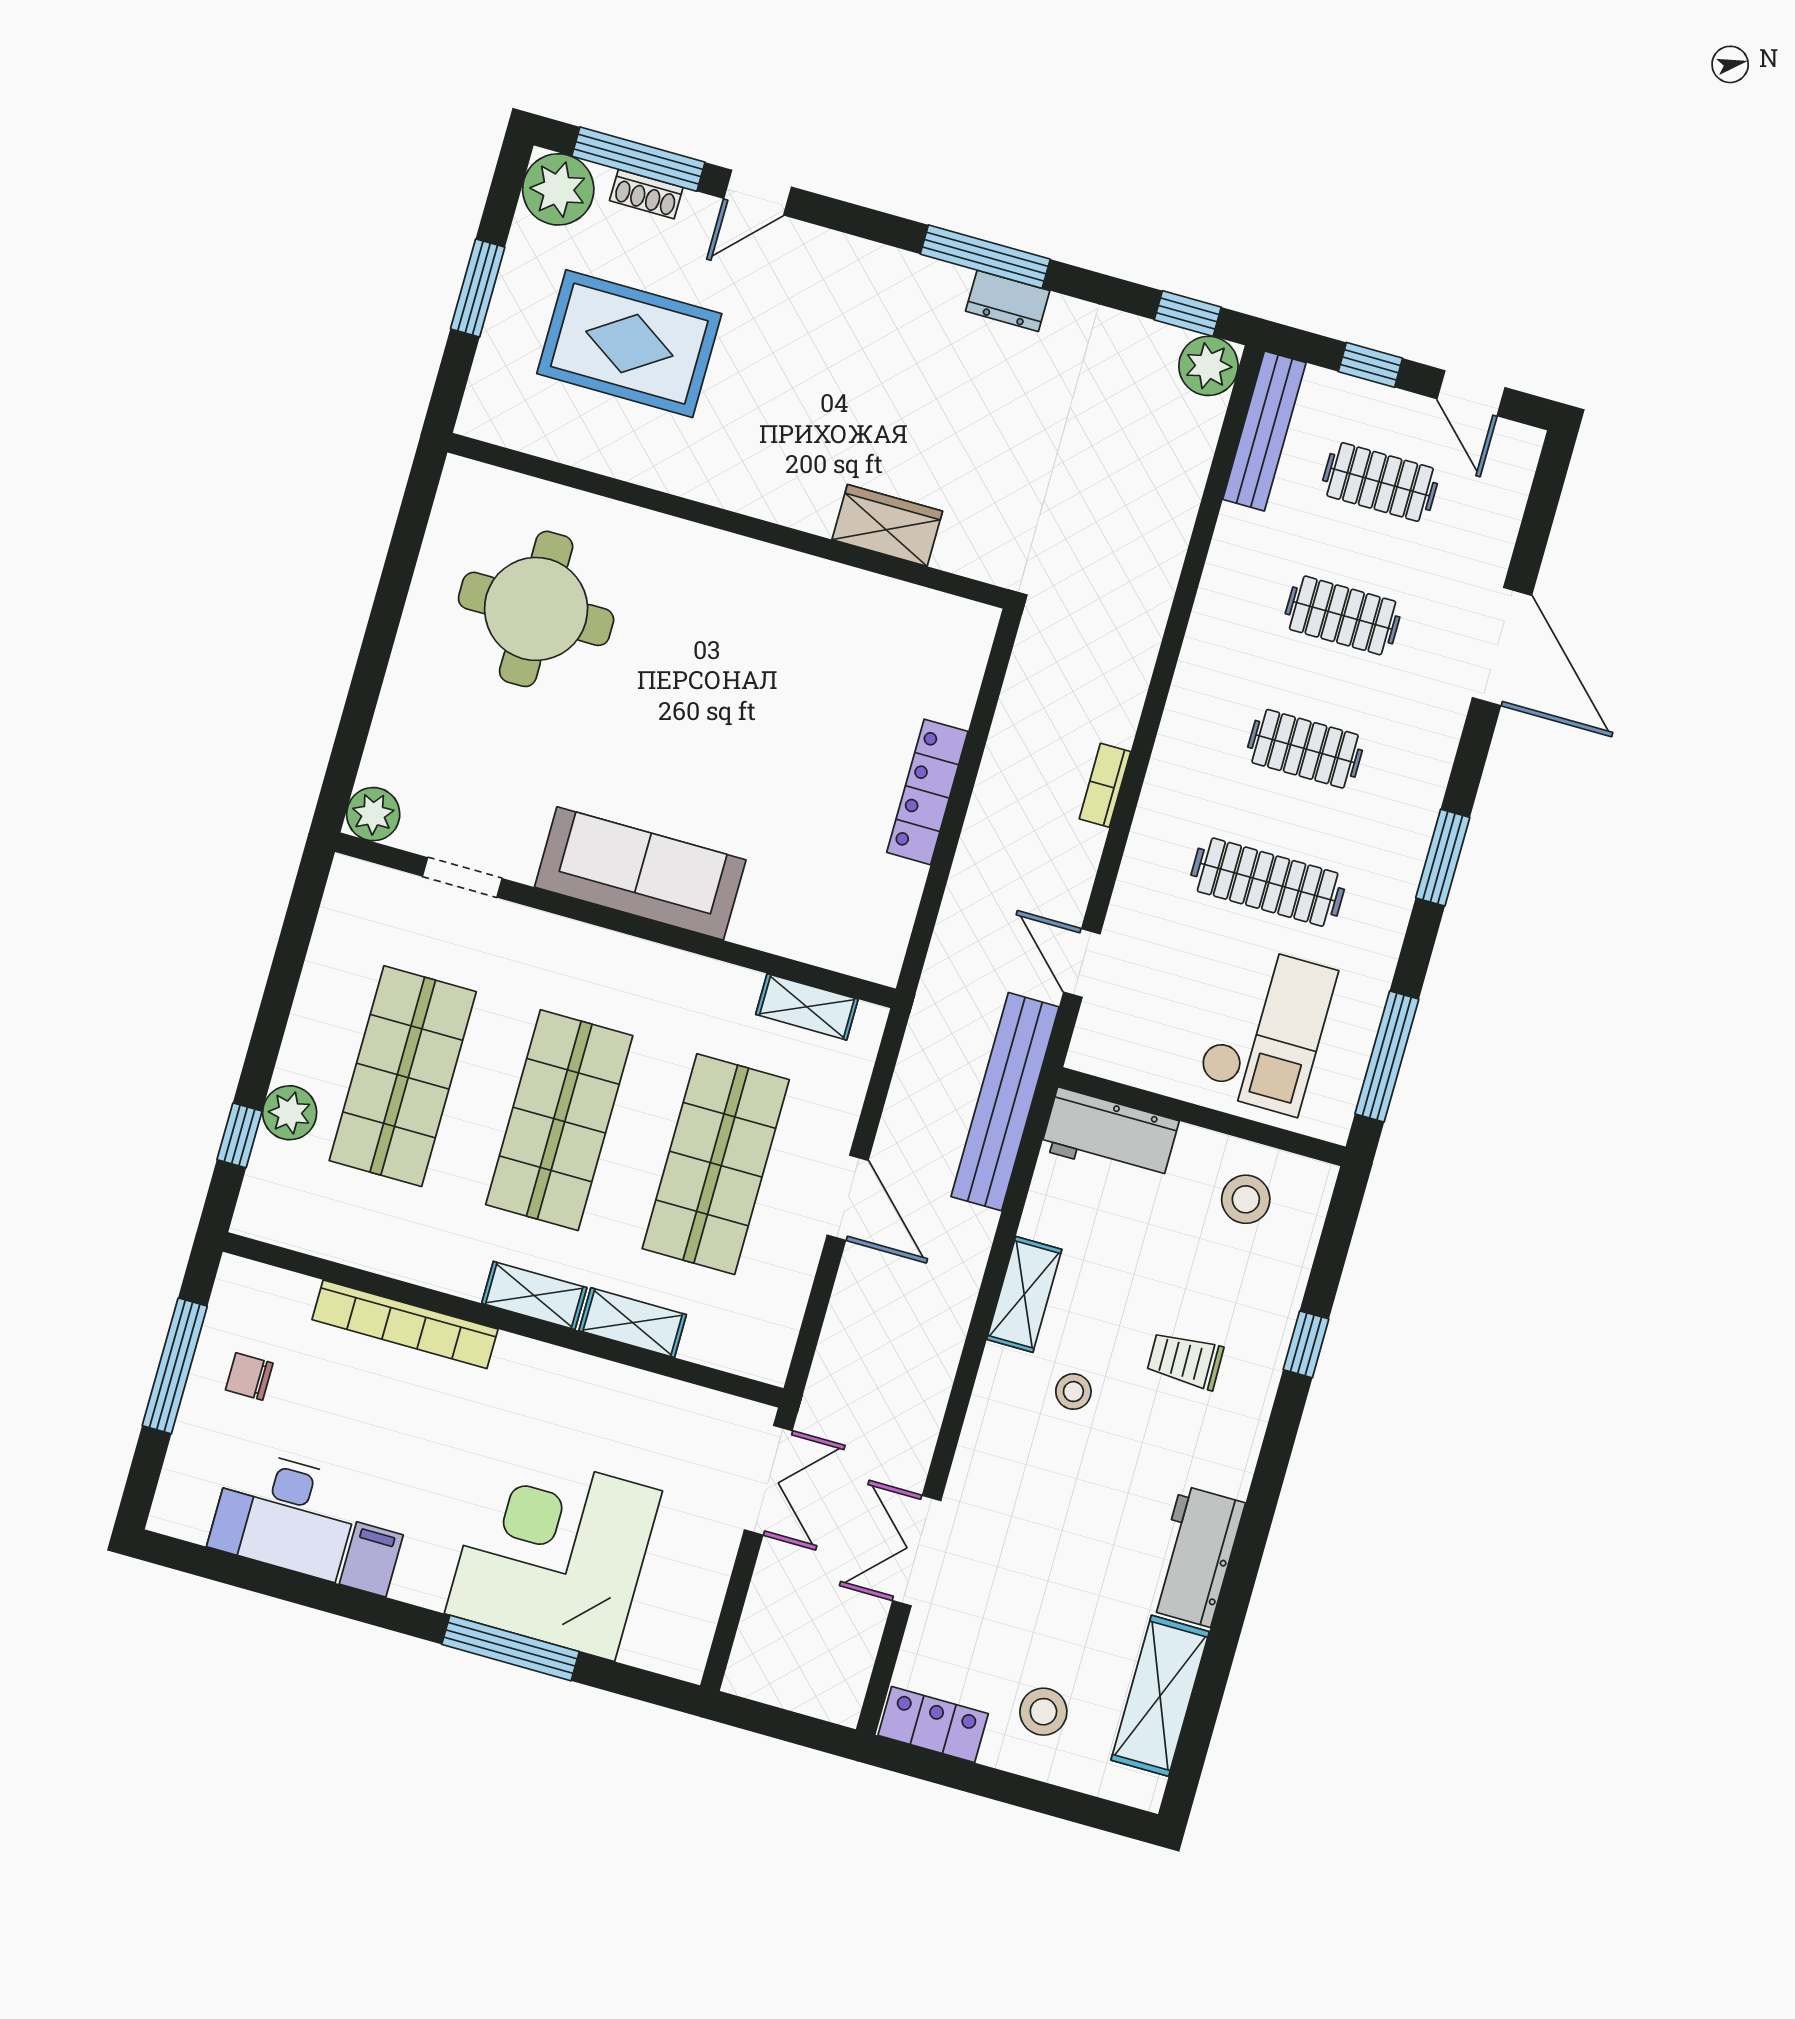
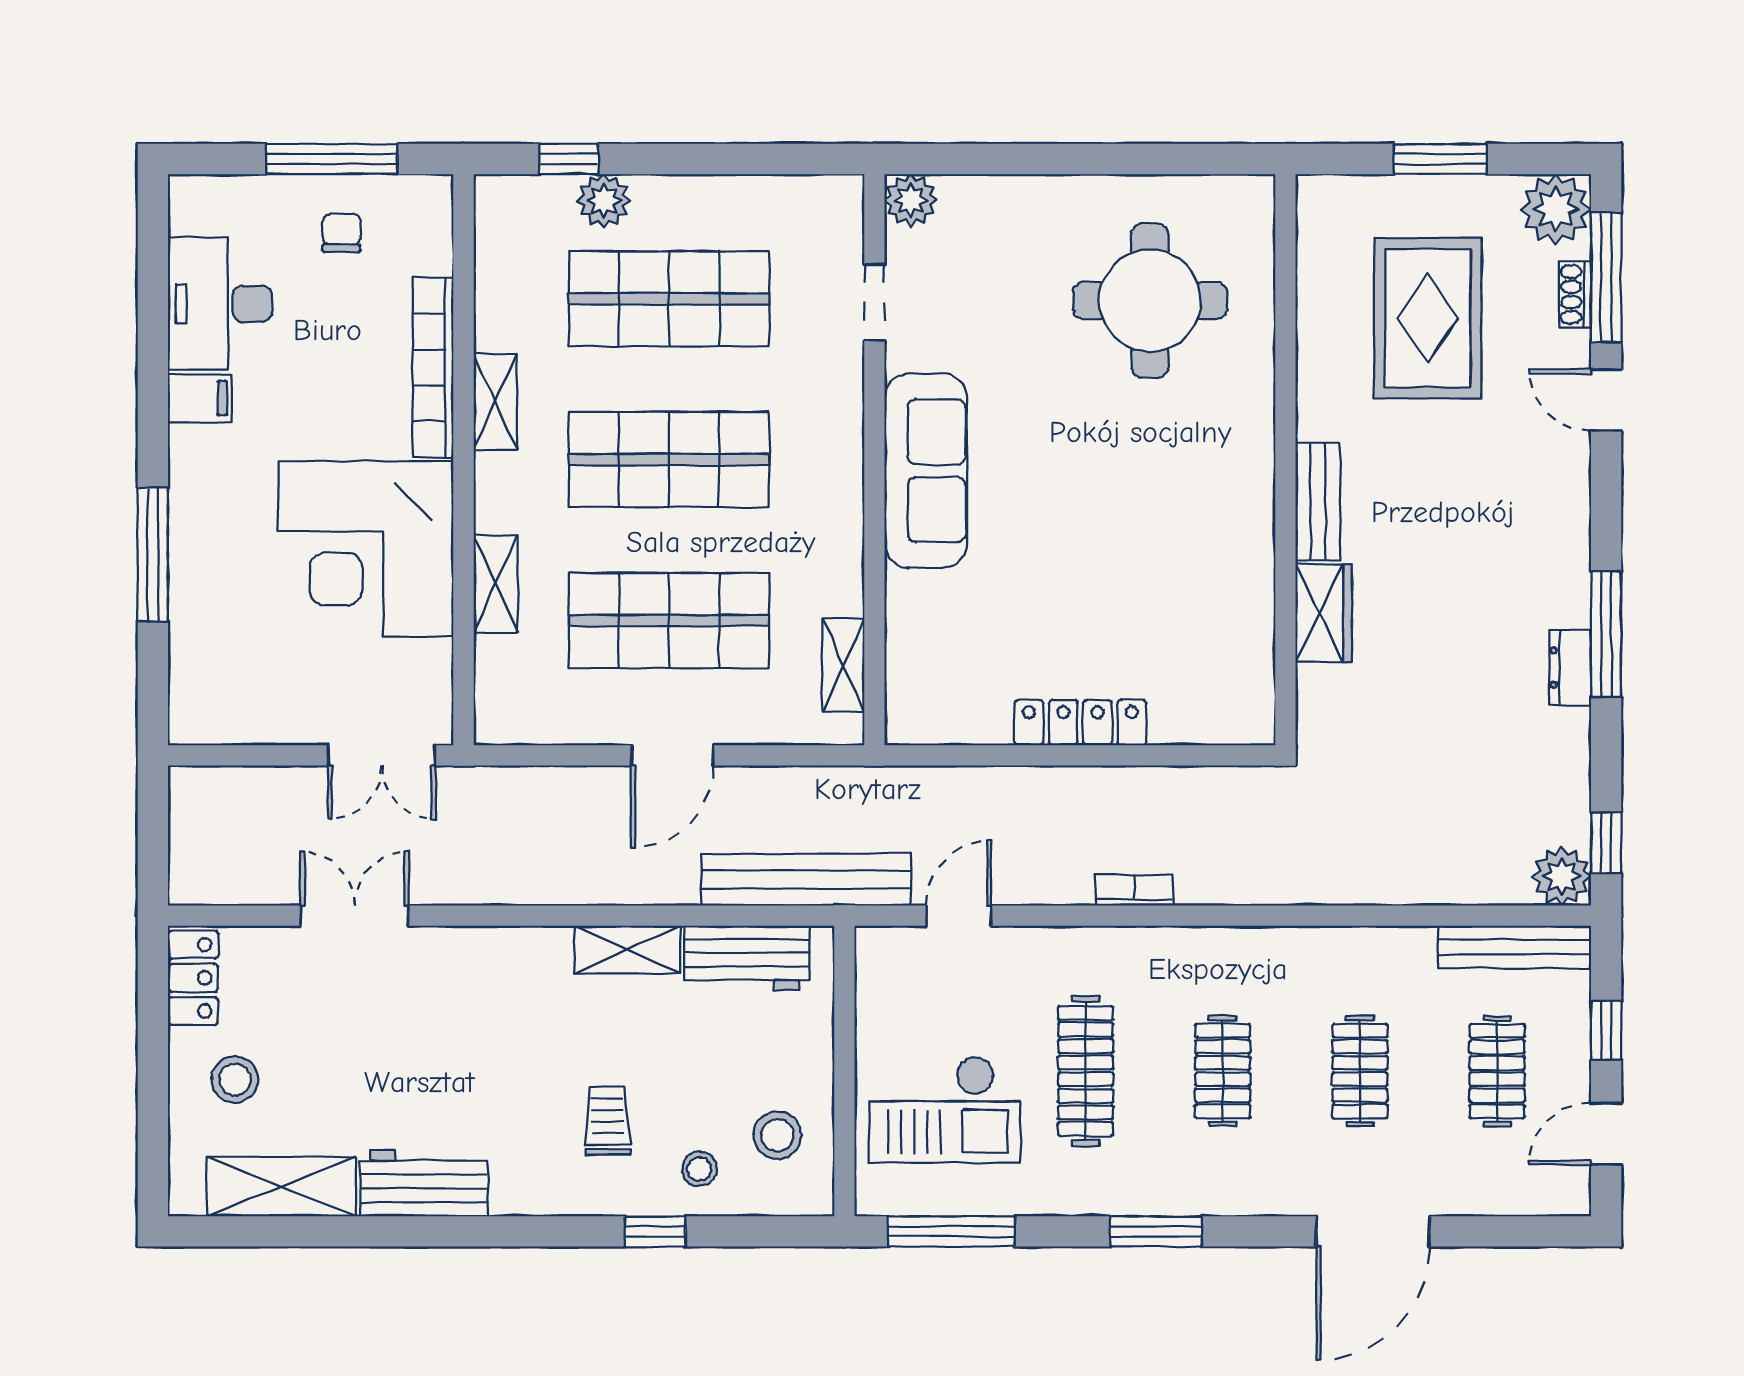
bench: (777, 501) -> (1318, 502), added
workbench: (1110, 1135) -> (747, 958), moved, turned -90
shelving: (534, 1295) -> (495, 402), moved
stool: (1073, 1392) -> (699, 1169), moved
corner desk: (553, 1552) -> (366, 549), moved, turned 180

